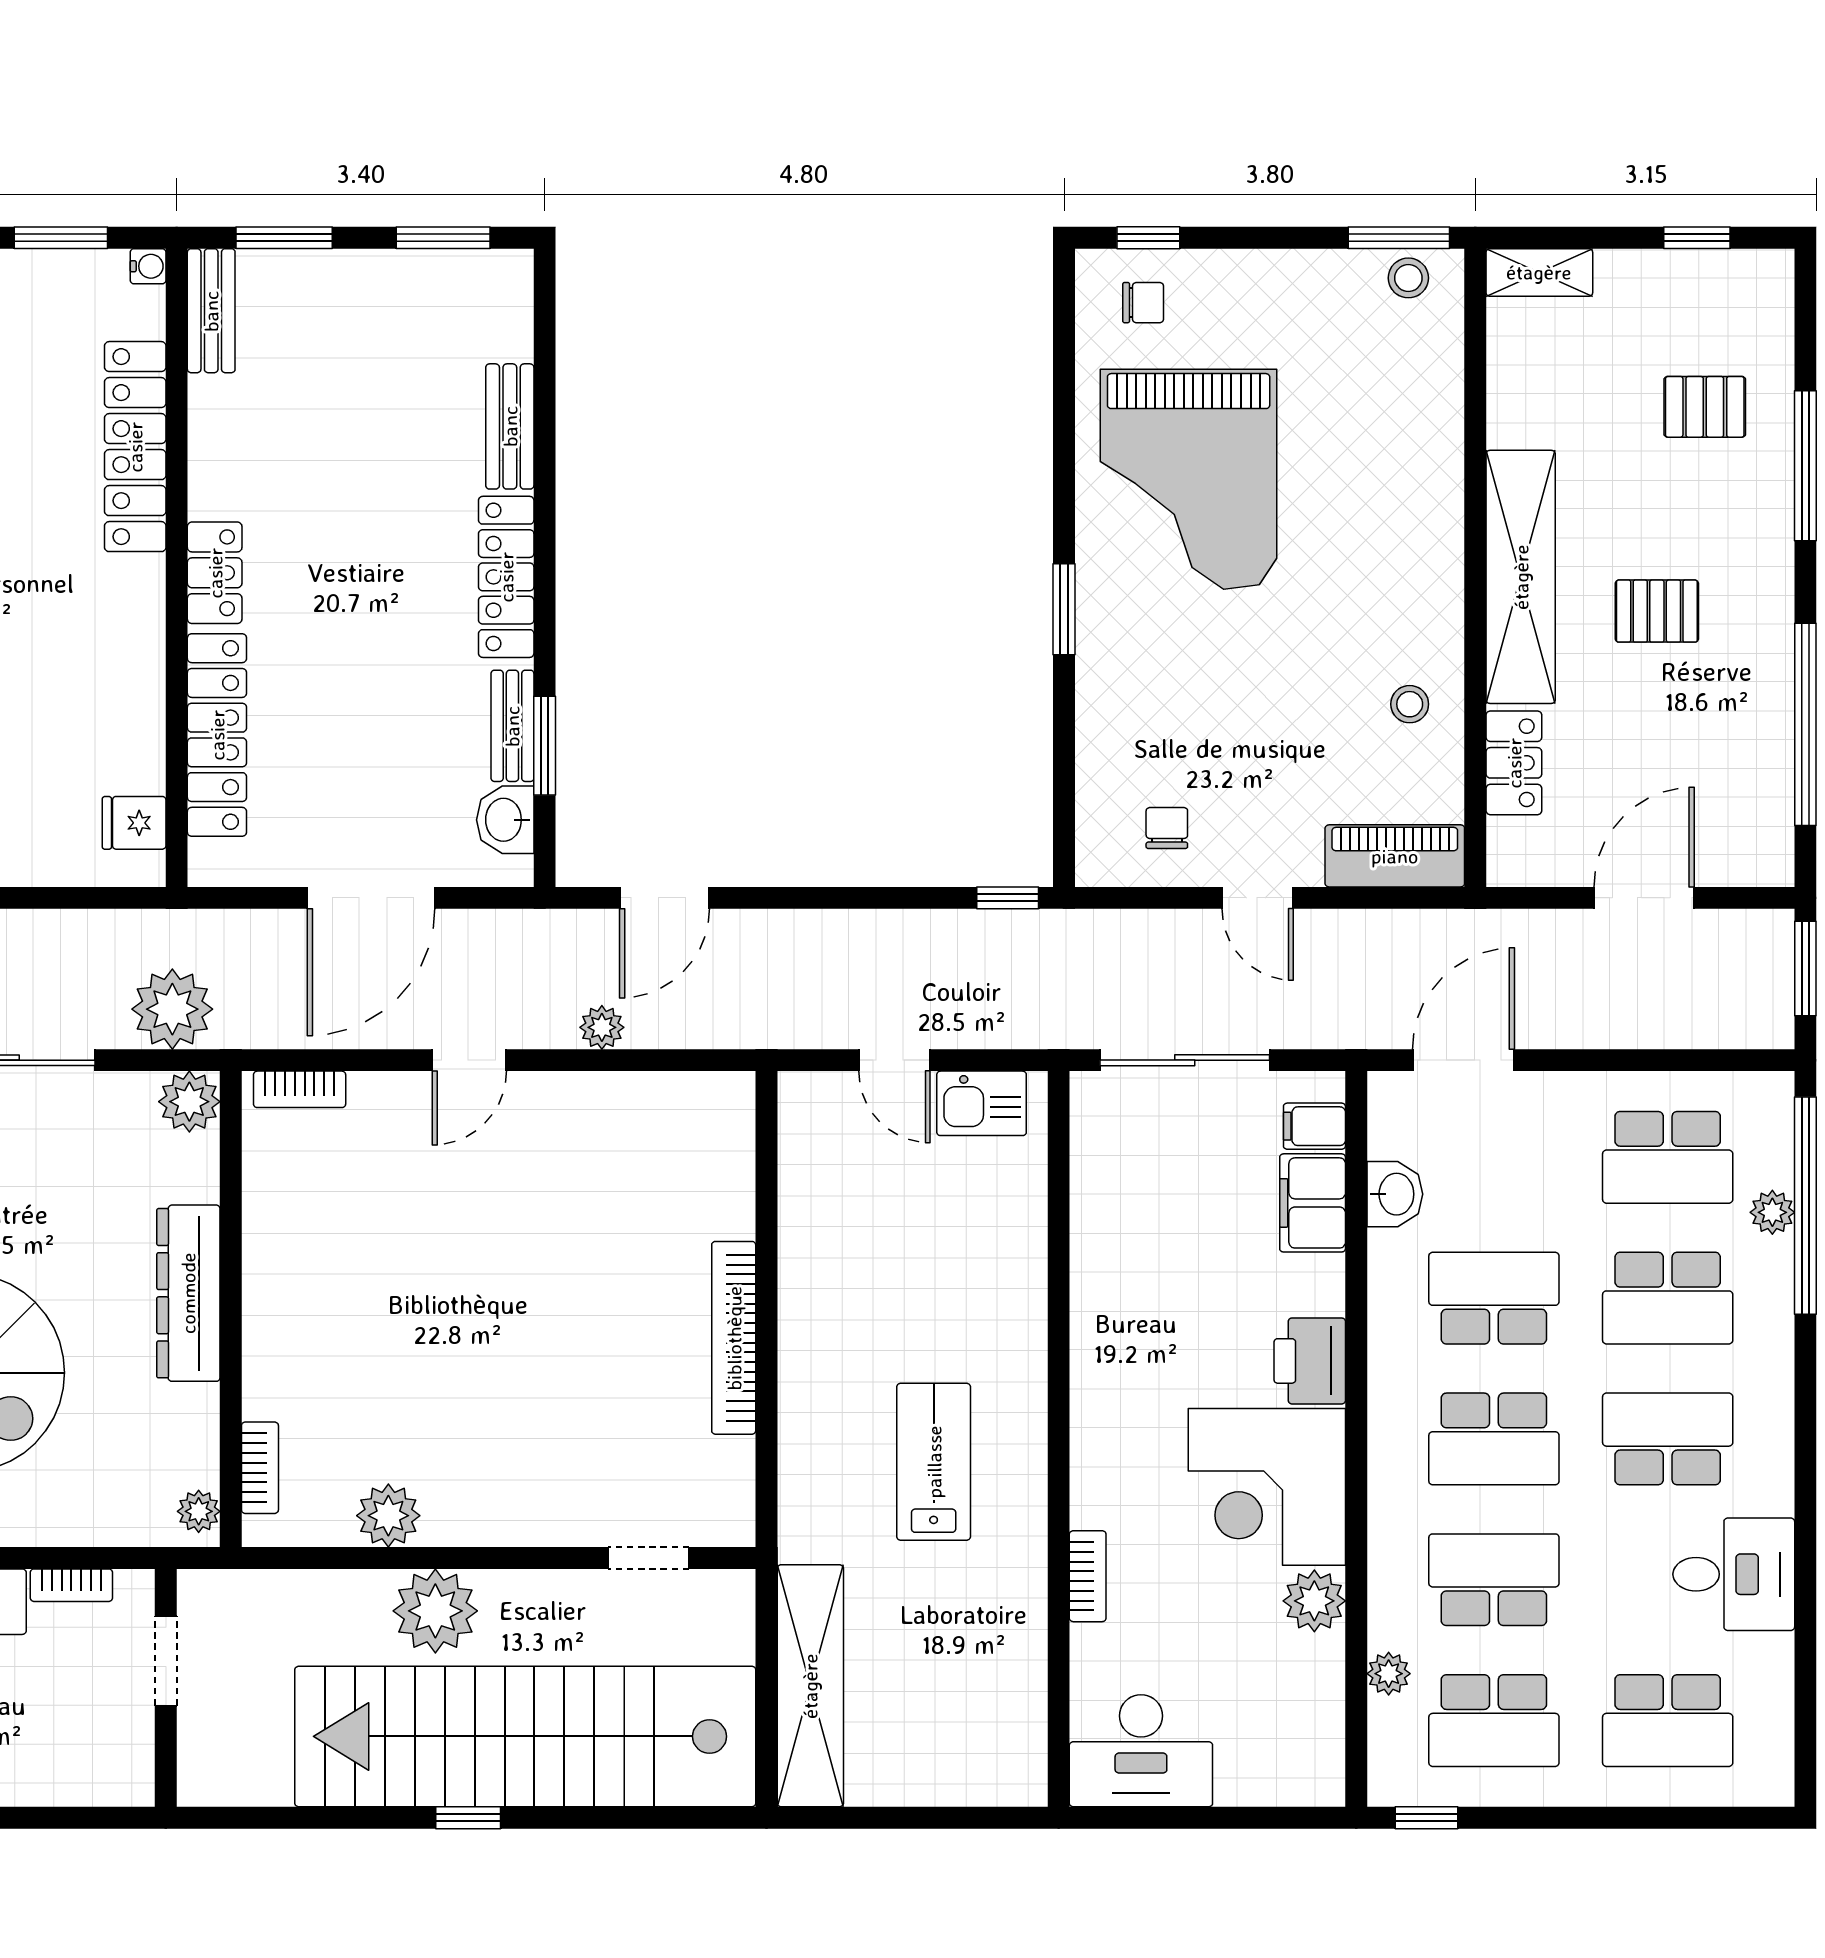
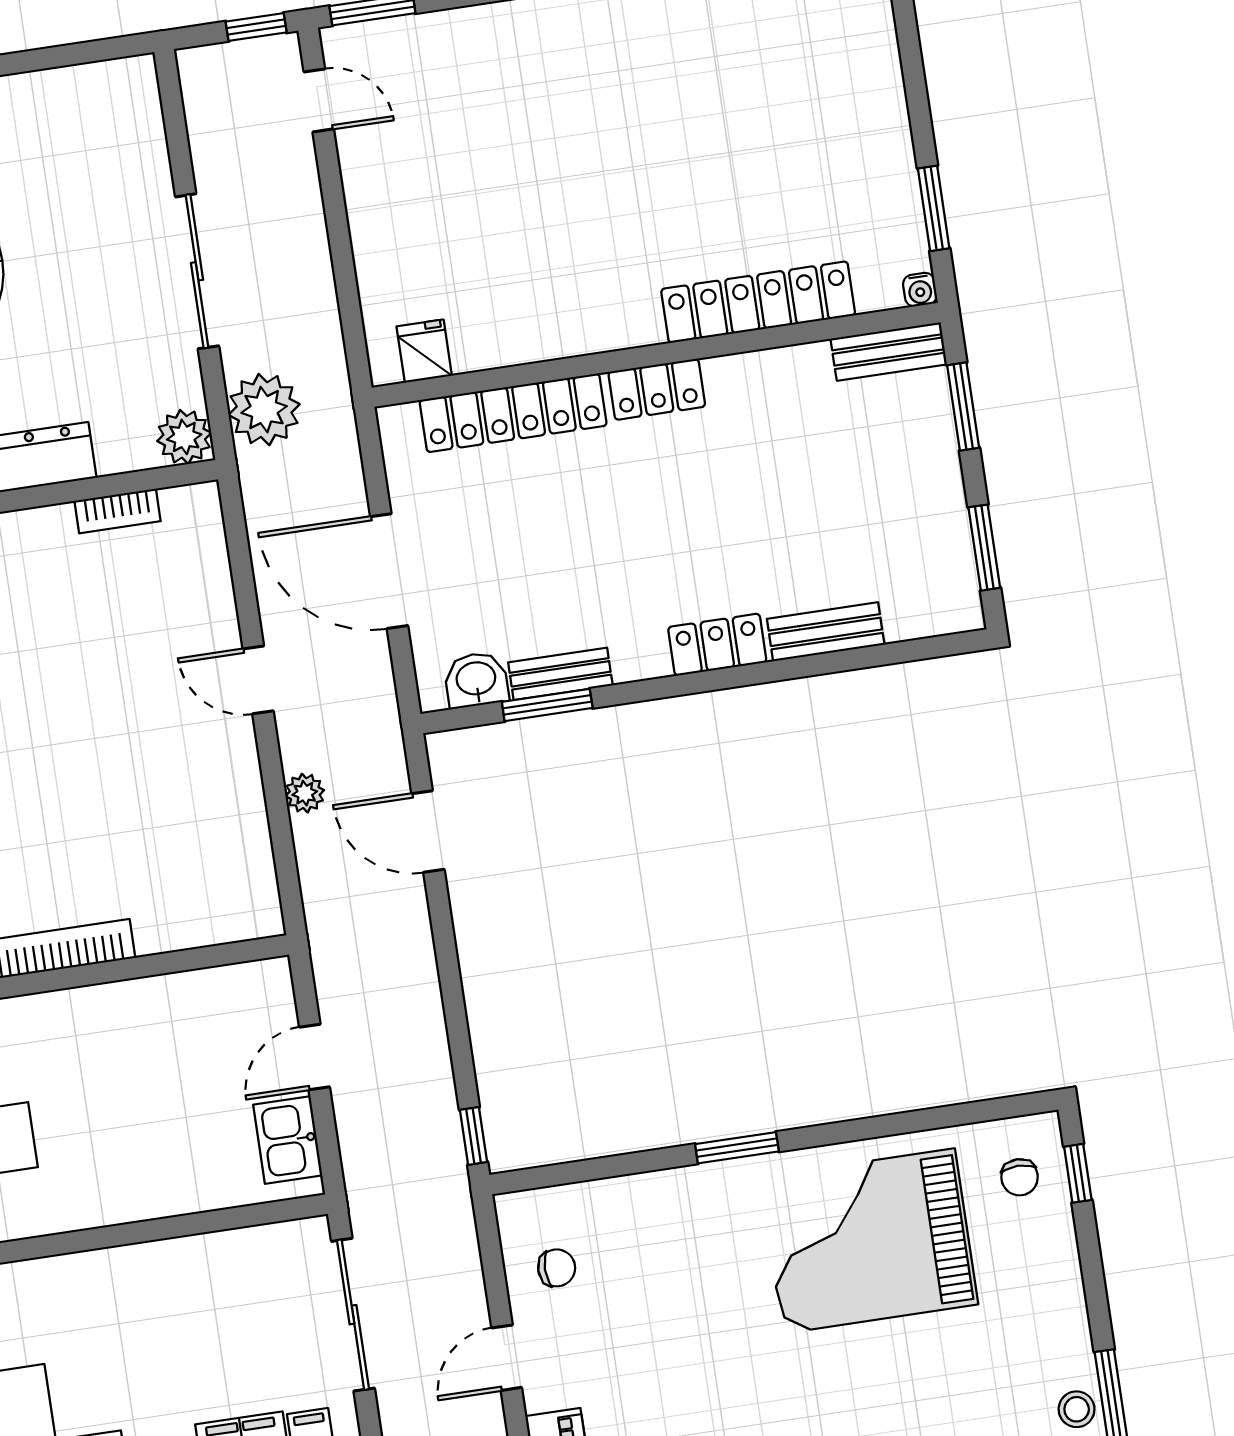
locker: (506, 577) -> (717, 645), width x0.66
bookcase: (300, 1089) -> (118, 511), moved, turned -90

